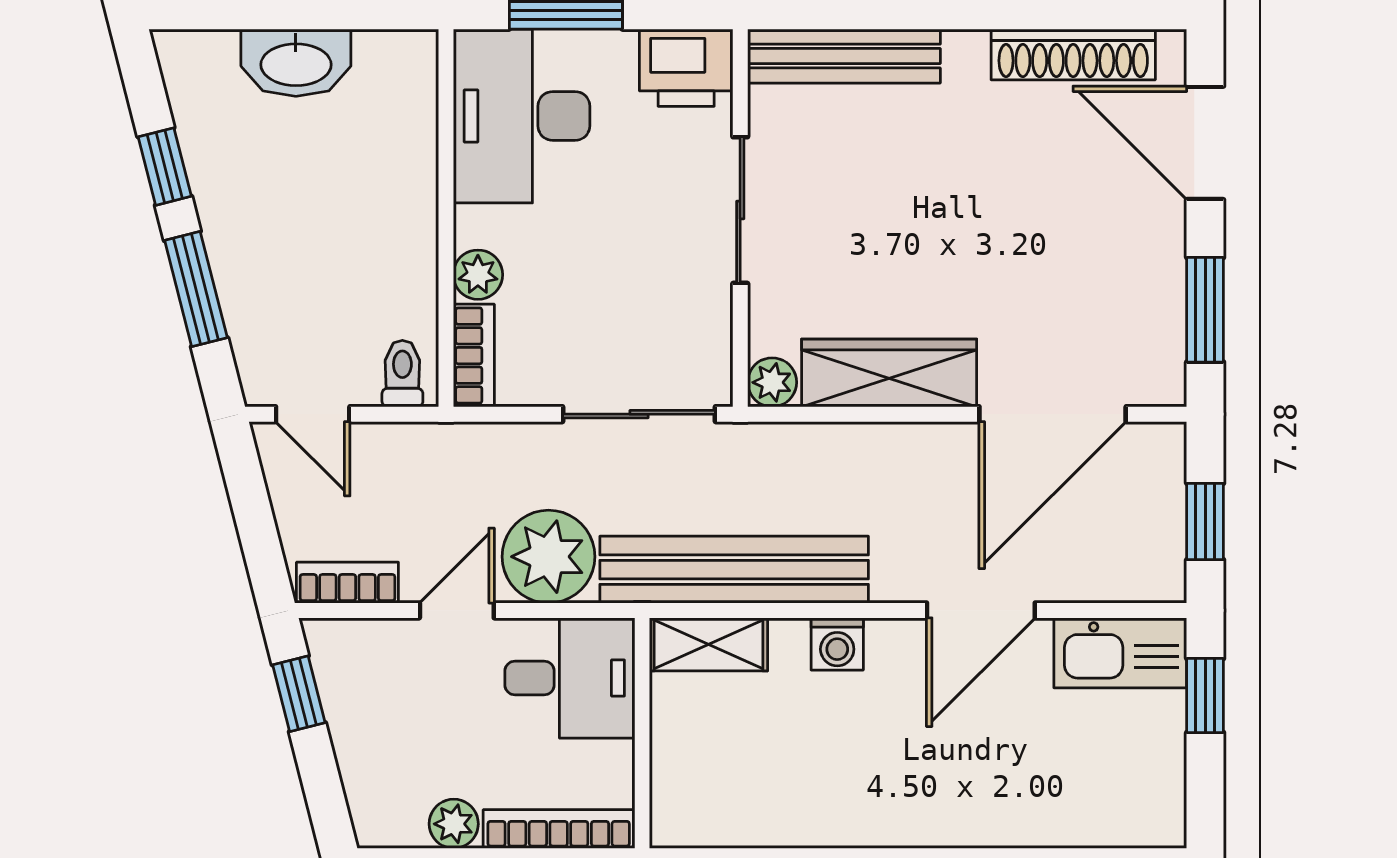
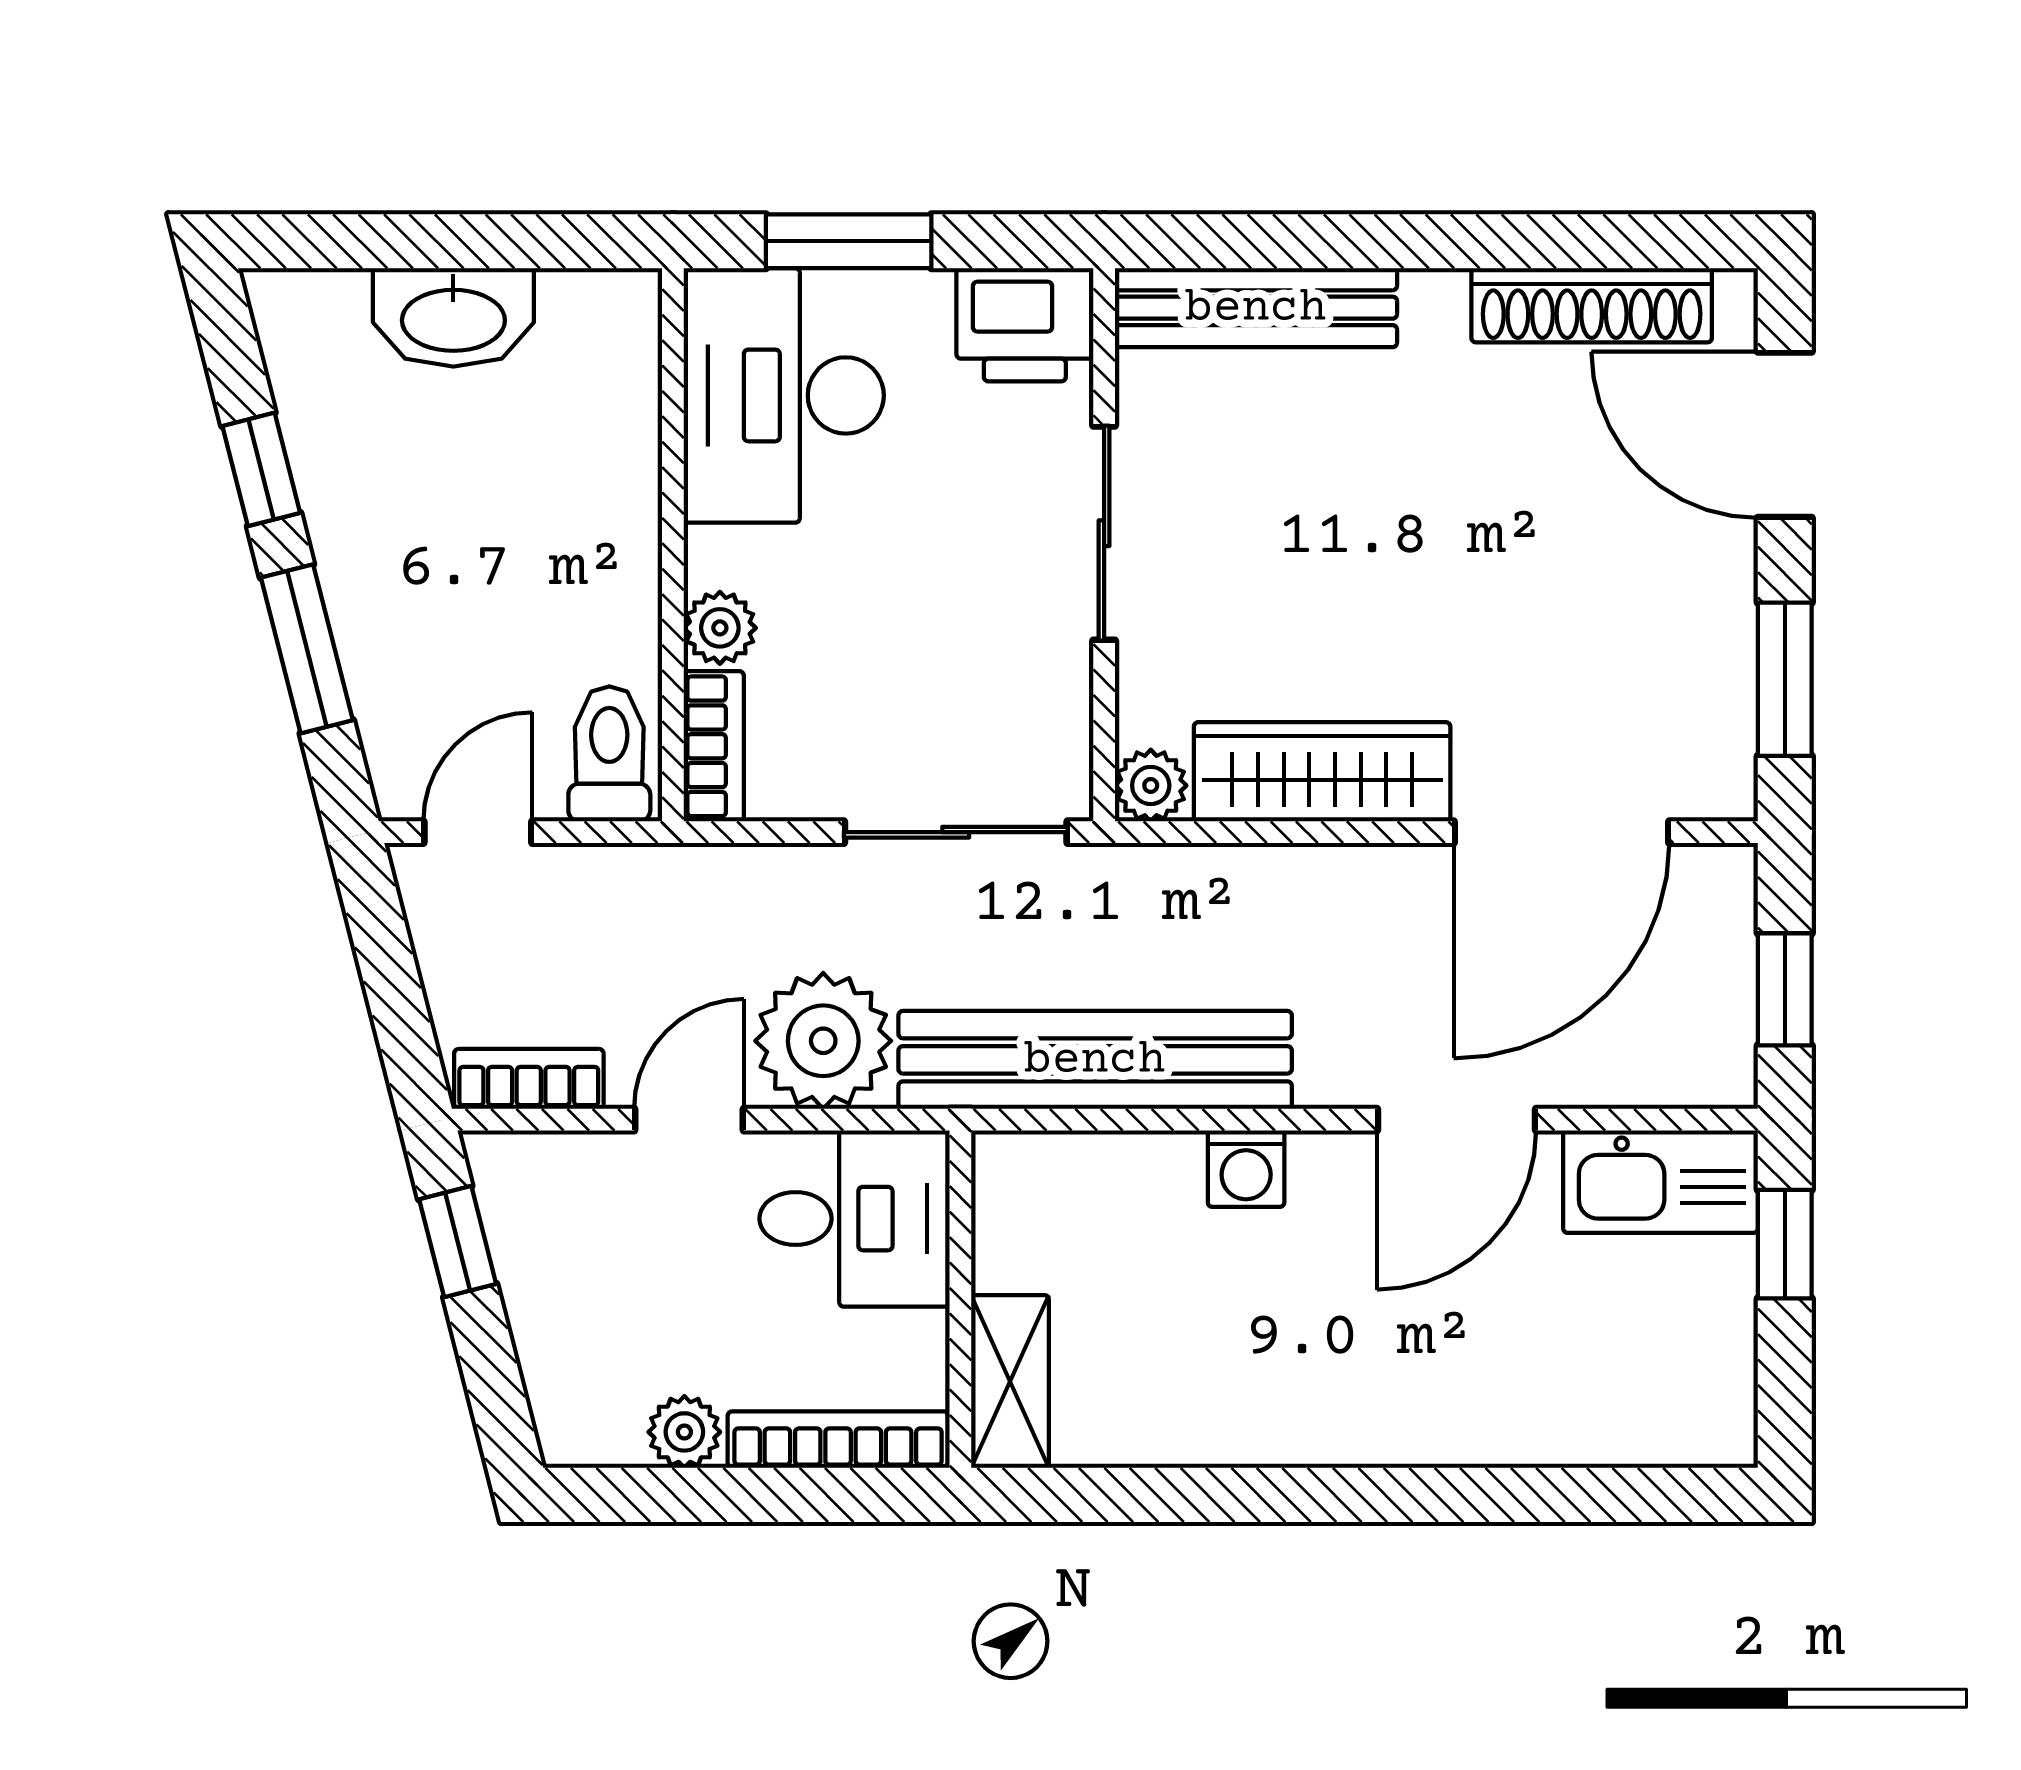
toilet: (402, 374) -> (609, 754), width x1.37, depth x1.39
door: (313, 414) -> (478, 832), swing flipped
shelving: (709, 644) -> (1010, 1382), moved, turned 90

